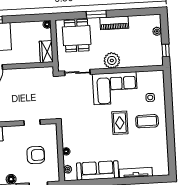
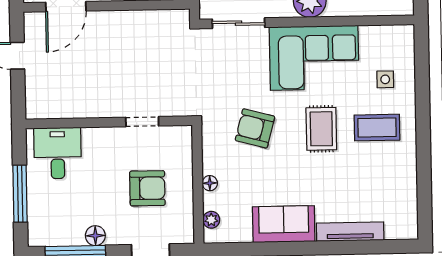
armchair: (87, 124) -> (255, 128), added
sofa: (98, 170) -> (284, 224), width x0.73

